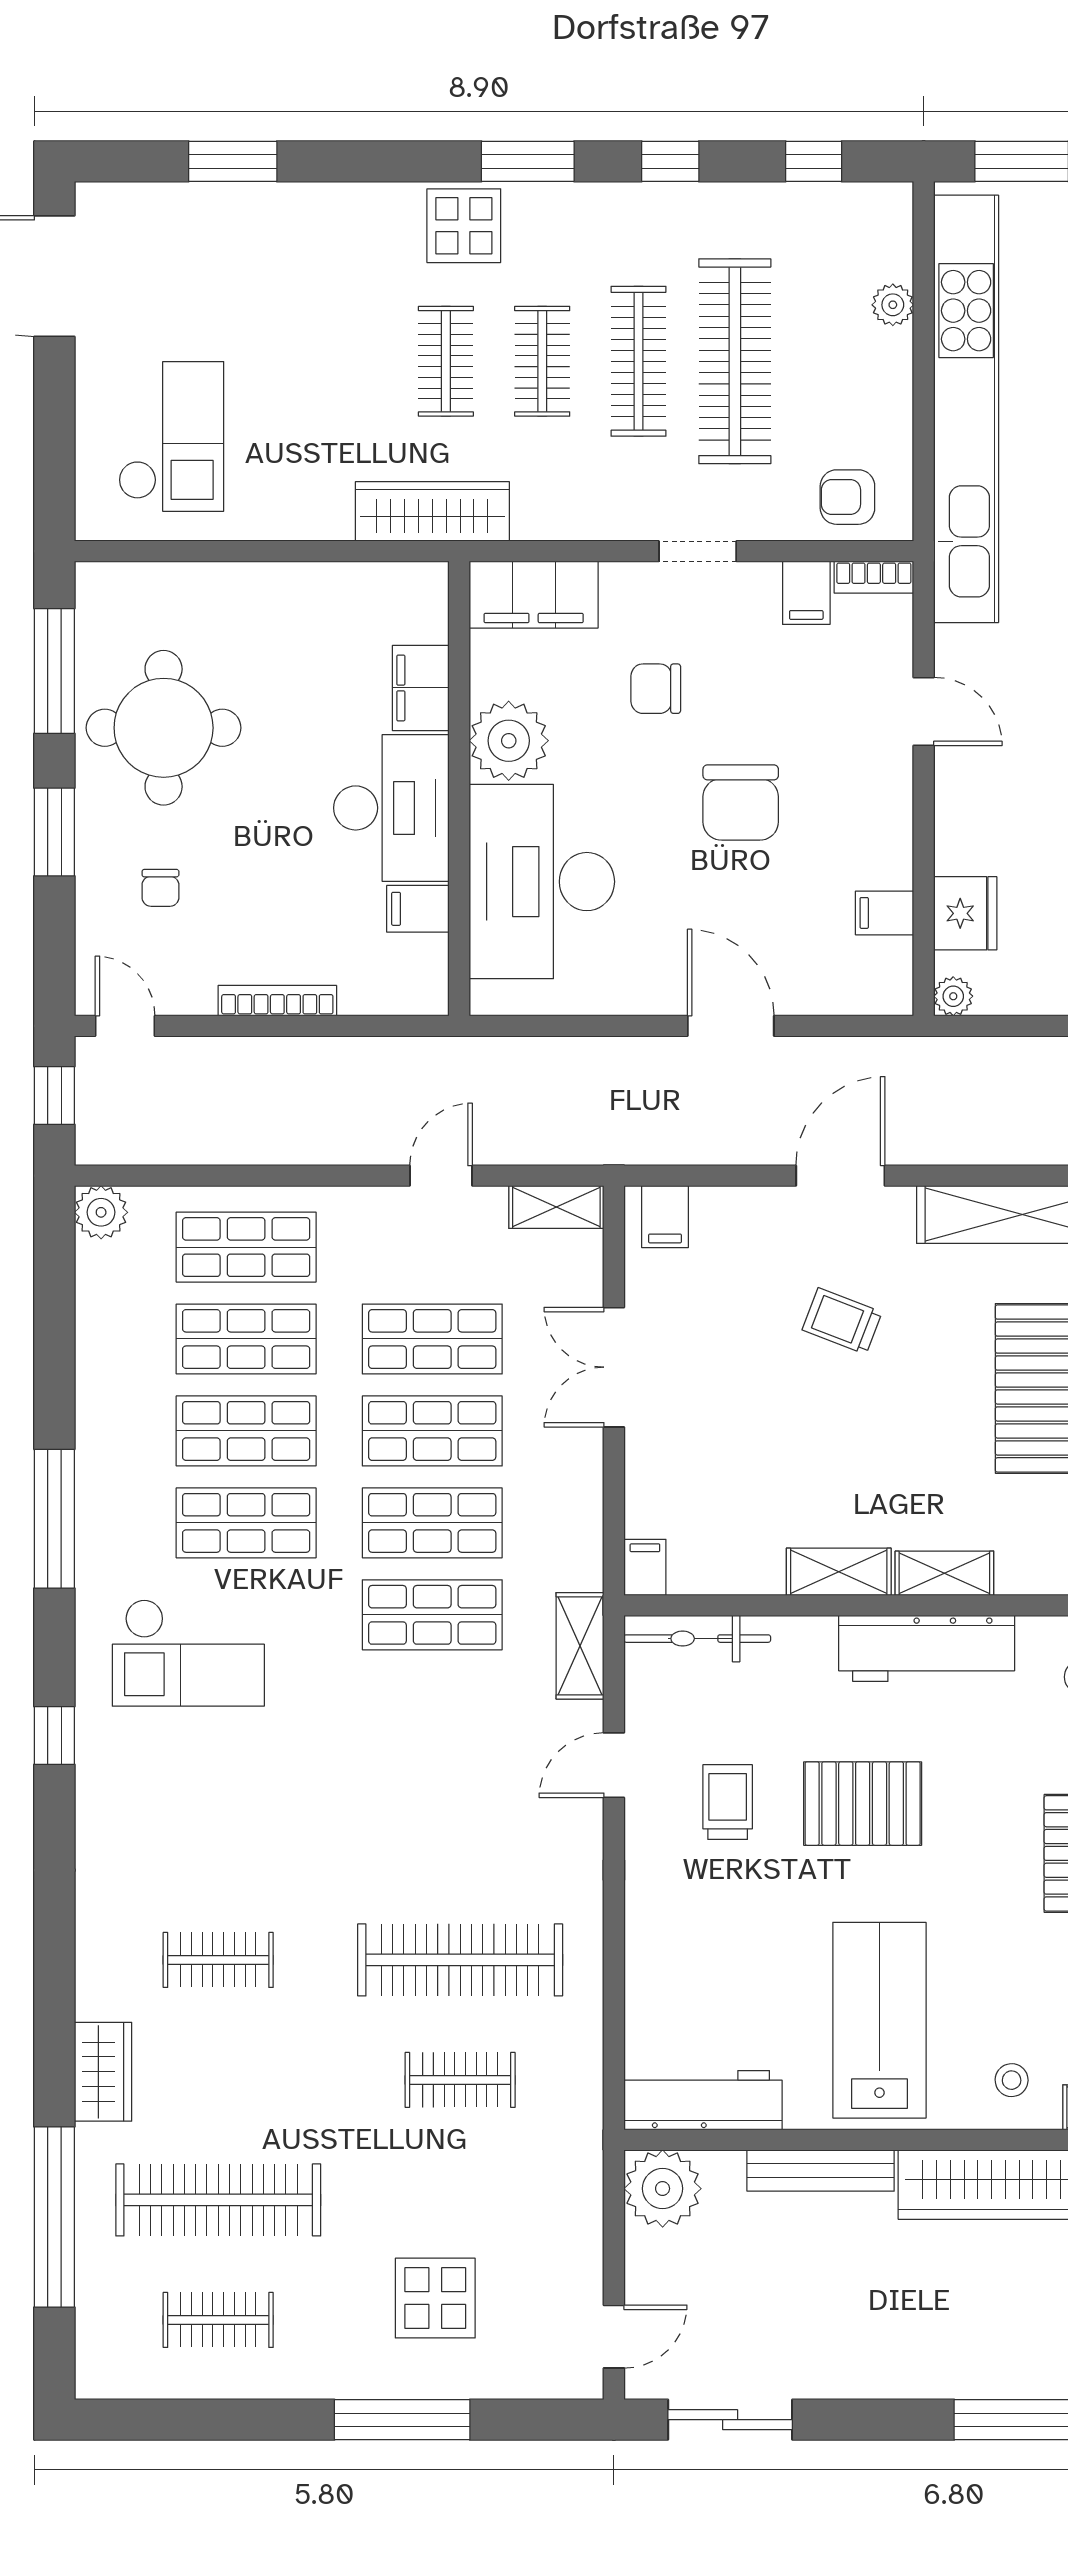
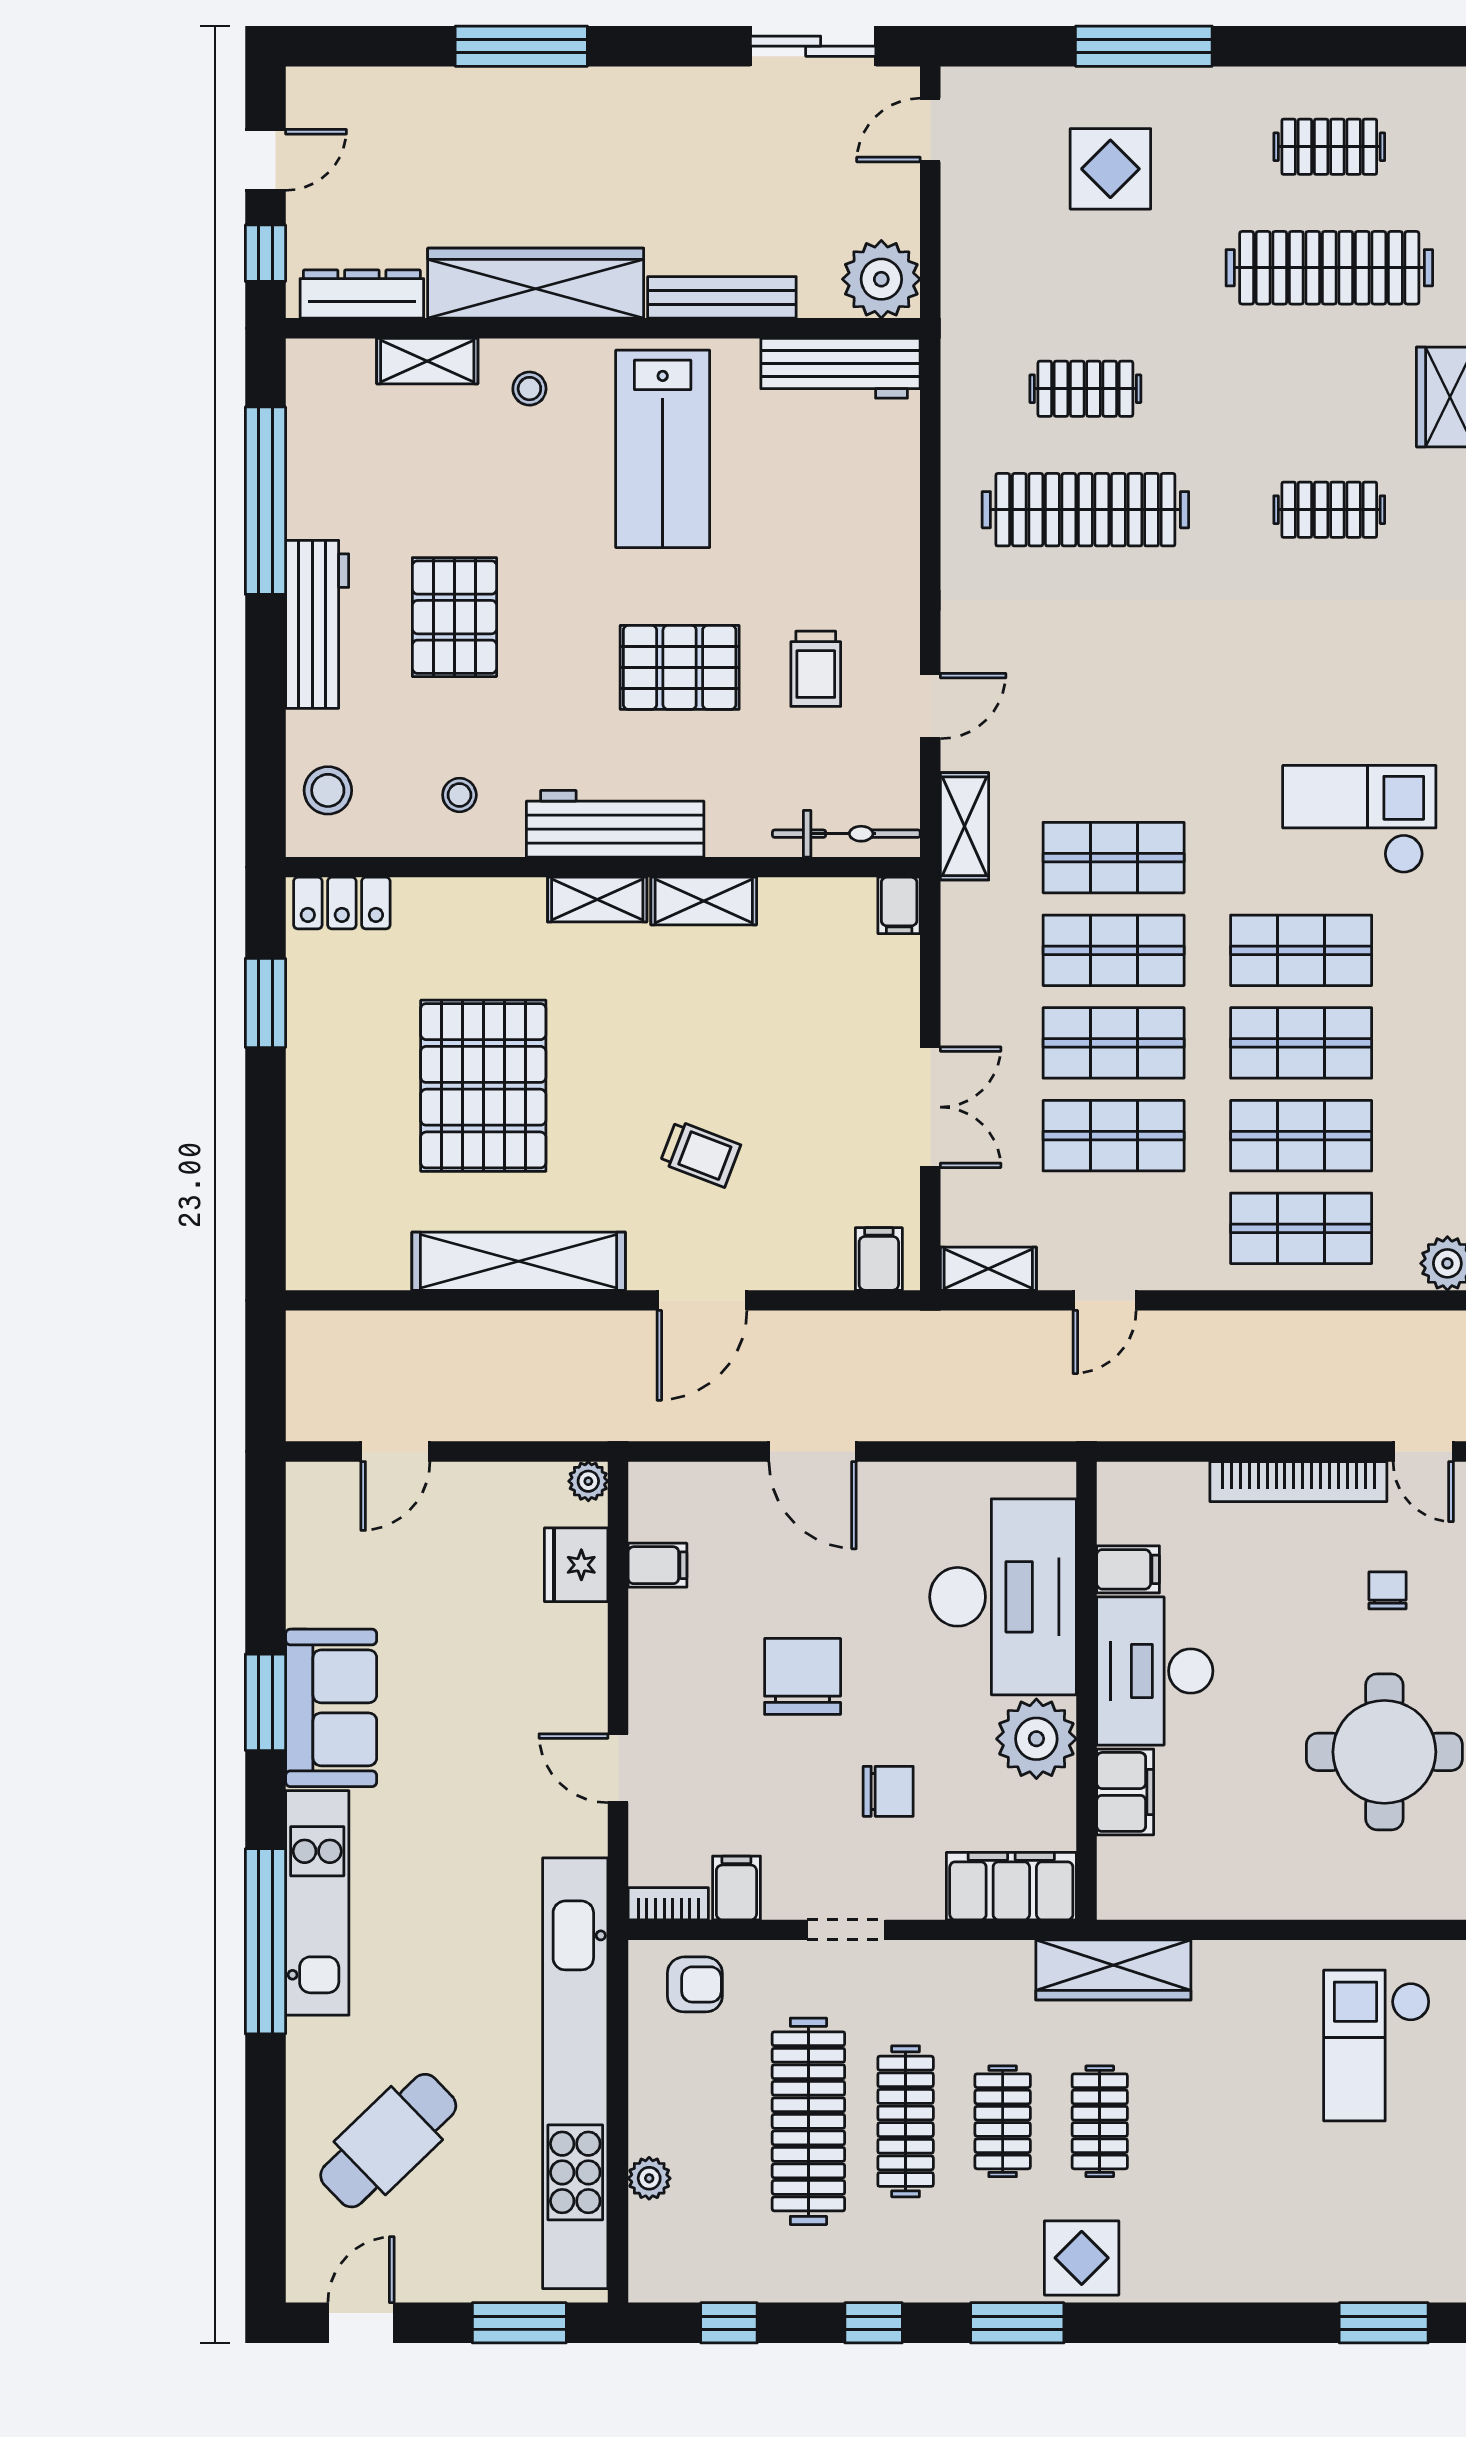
window: (233, 161) -> (1384, 2323), moved
bookcase: (277, 1001) -> (1298, 1482), width x1.48, depth x1.31

